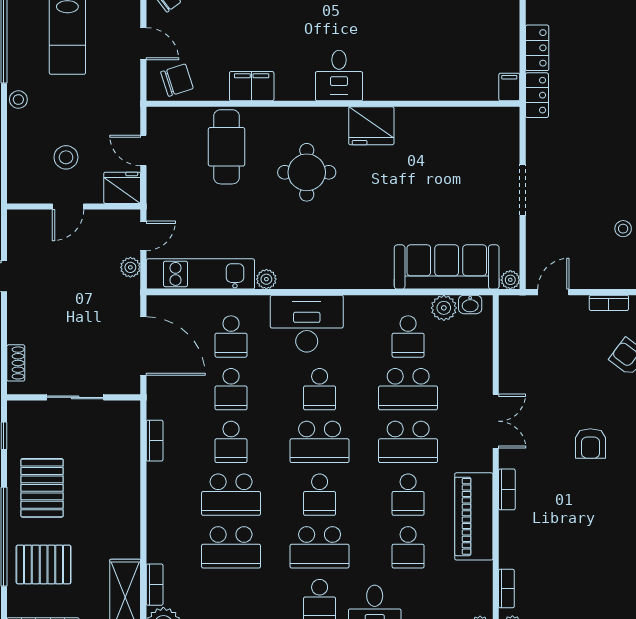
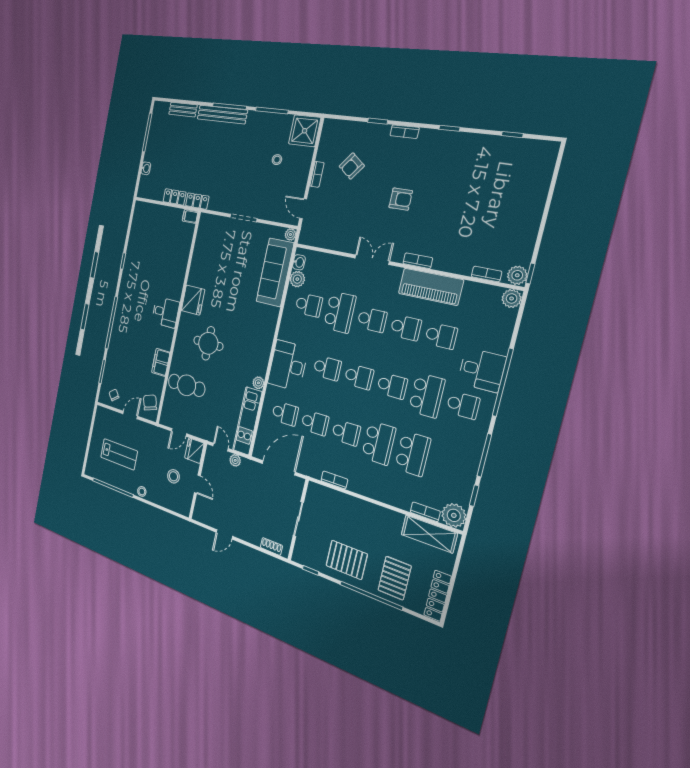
school desk: (320, 442) -> (359, 377), width x0.54
school desk: (408, 442) -> (372, 320), width x0.54

